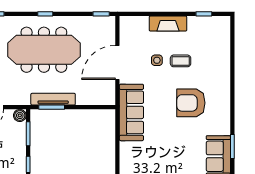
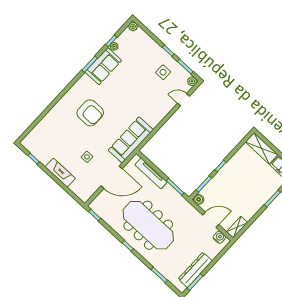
coffee table: (181, 61) -> (73, 143), removed
tv unit: (53, 99) -> (151, 173), moved

